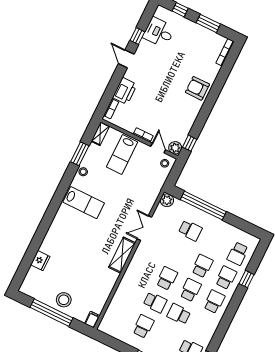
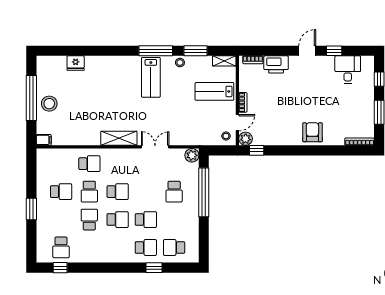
window: (63, 187) -> (156, 51), added
school desk: (214, 302) -> (89, 164), moved

